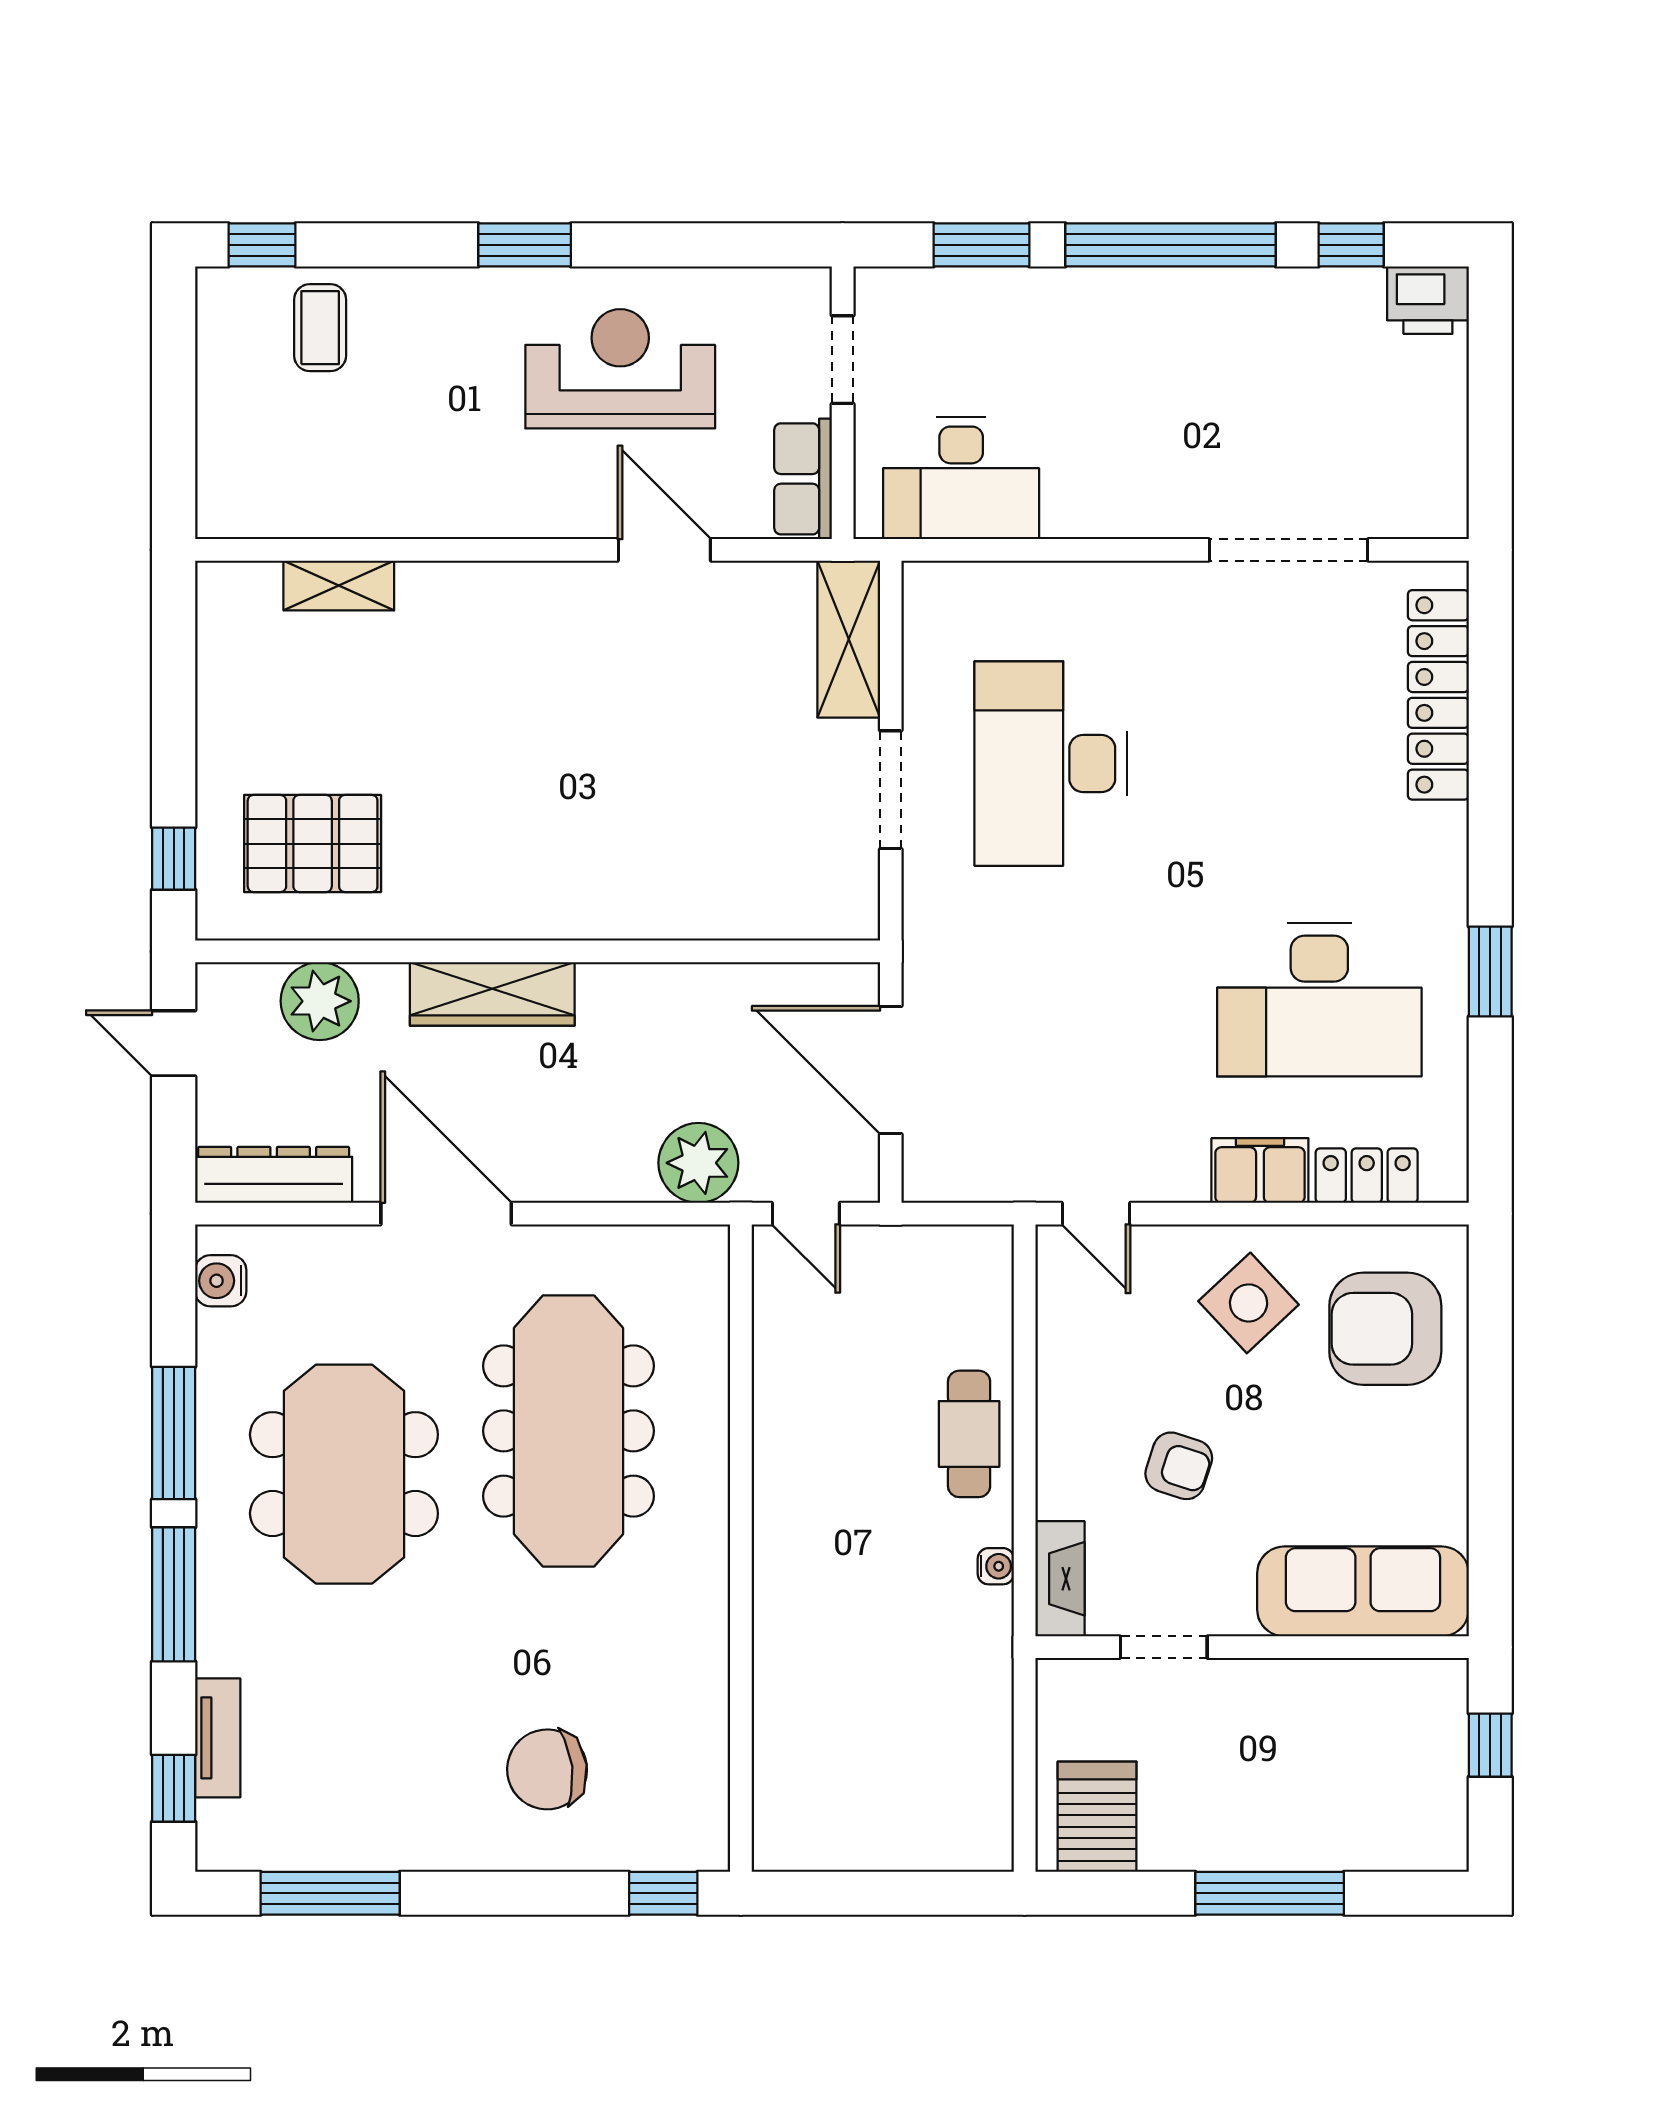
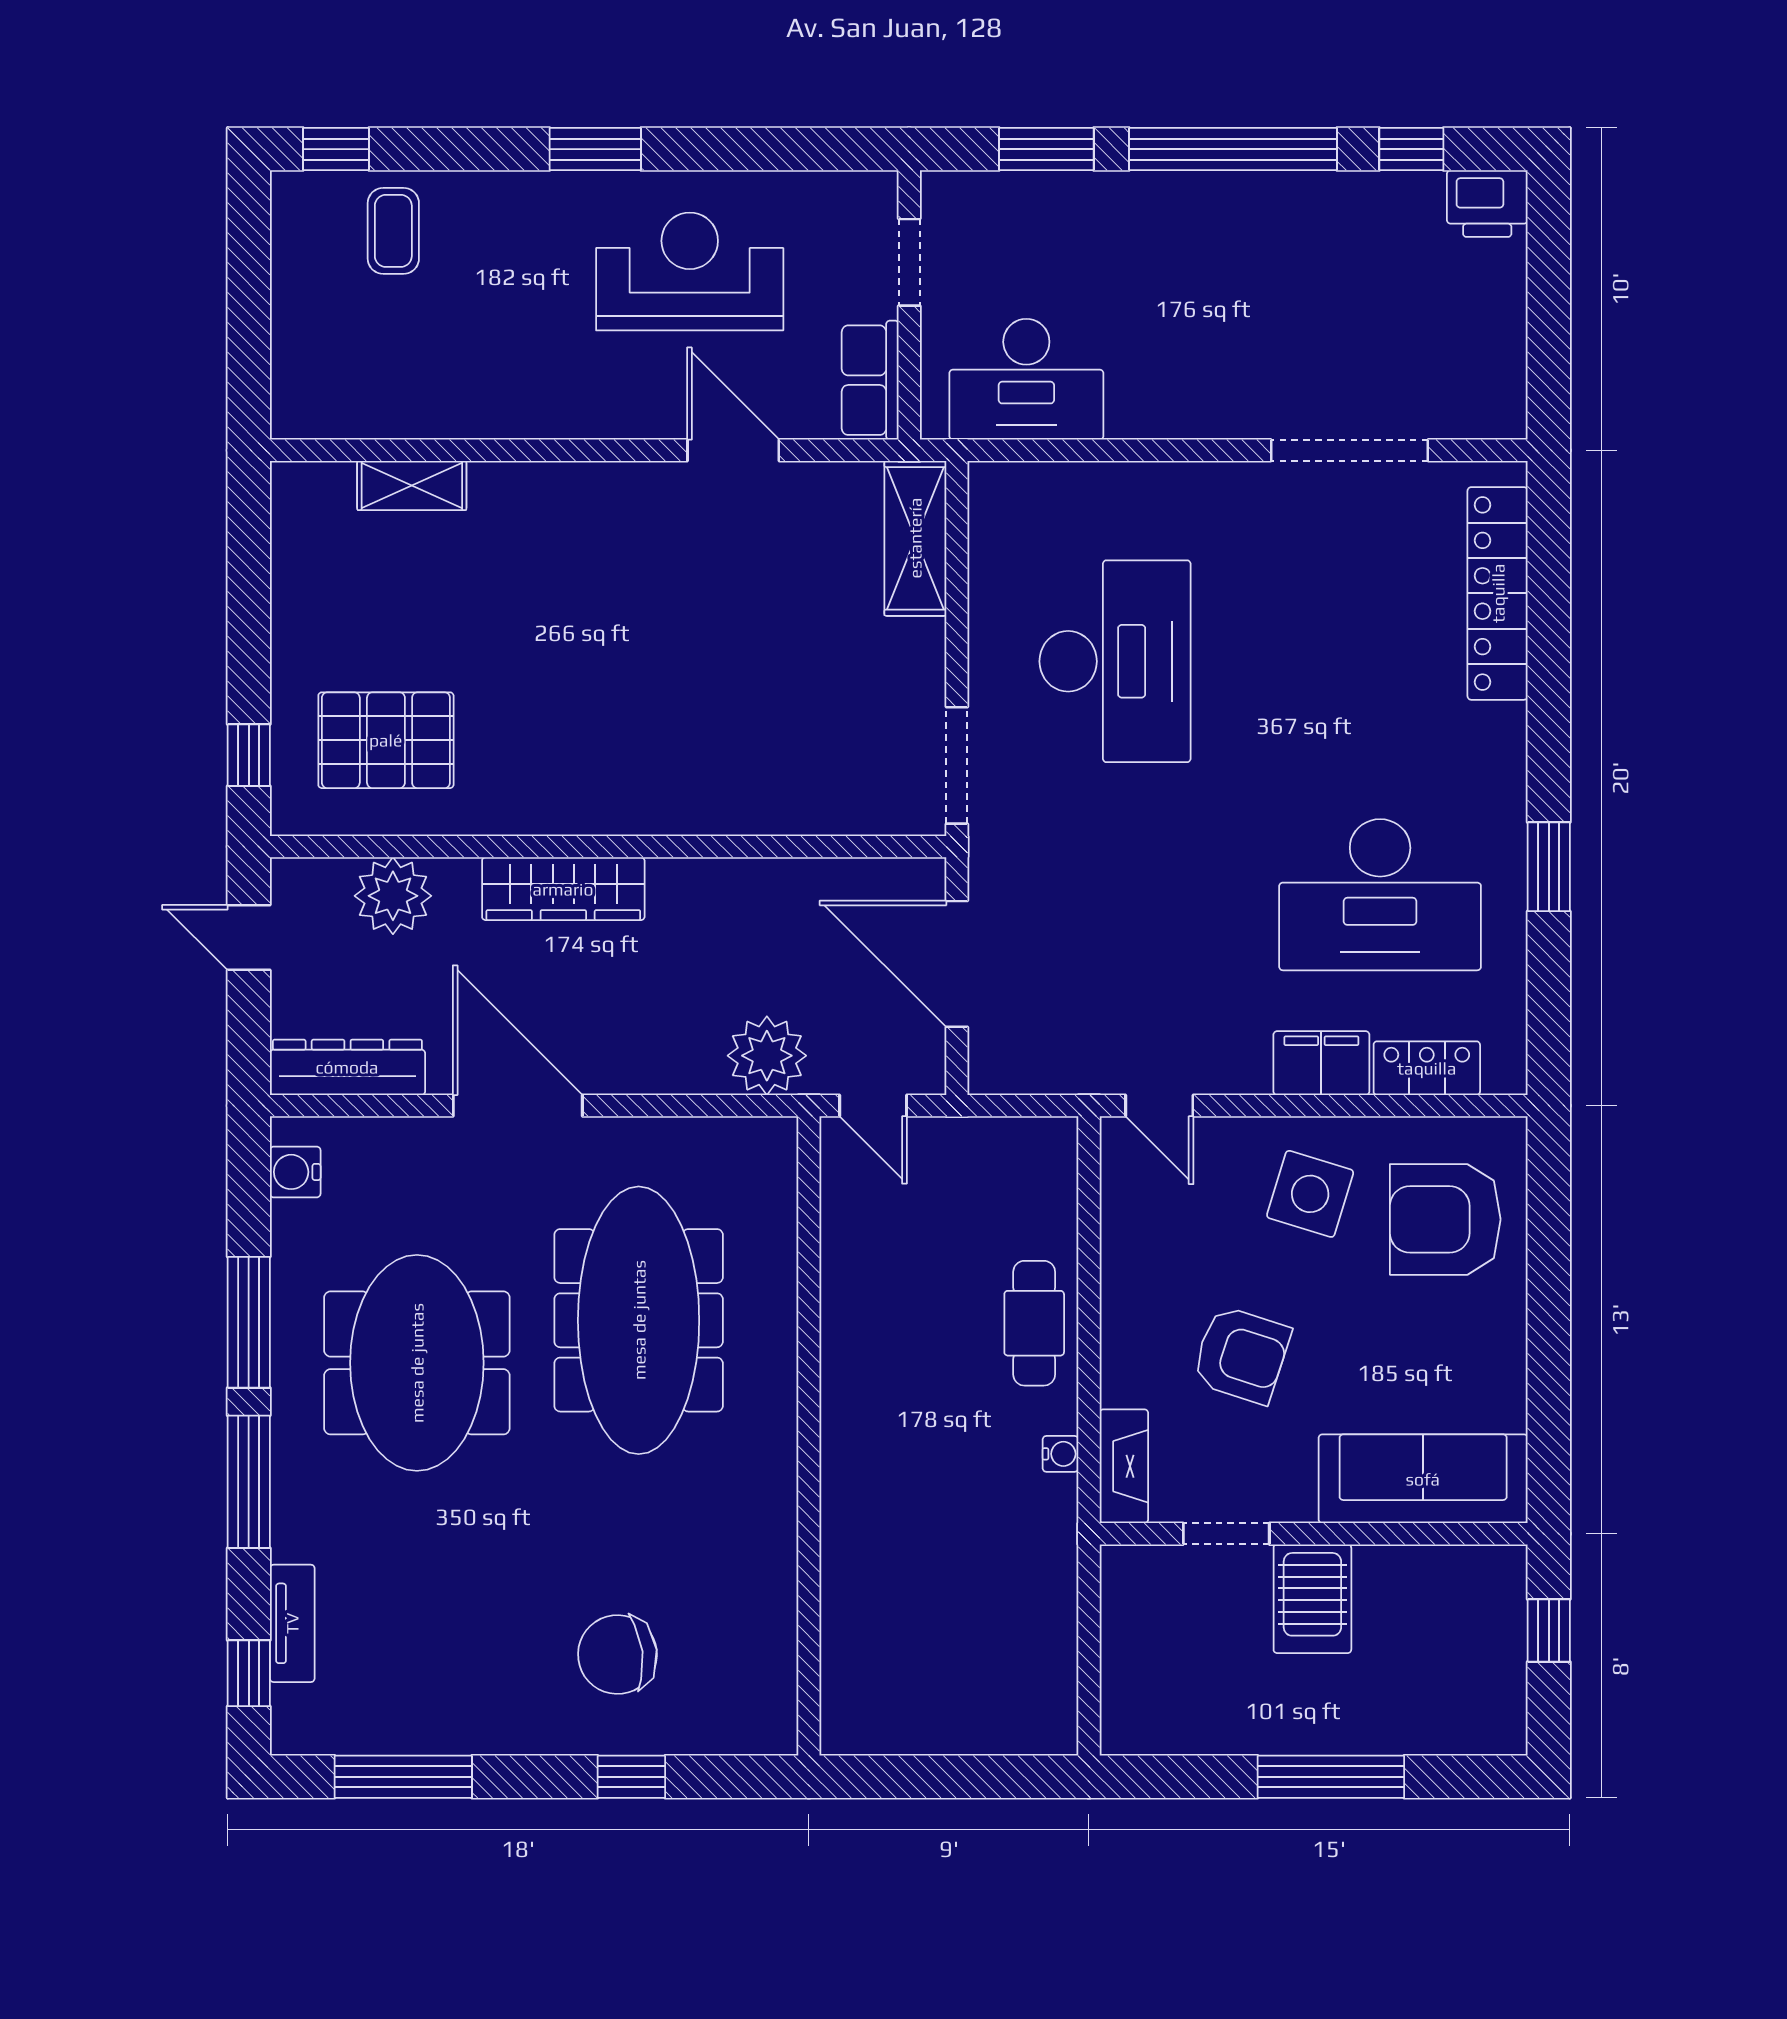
desk: (1051, 764) -> (1115, 661), turned 180
doorway: (891, 790) -> (957, 765), moved
side table: (1249, 1303) -> (1310, 1194), turned -30
armchair: (1179, 1466) -> (1241, 1355), width x1.38, depth x1.38
server rack: (1097, 1817) -> (1312, 1599), moved, turned 180
window: (663, 1893) -> (631, 1777), moved

